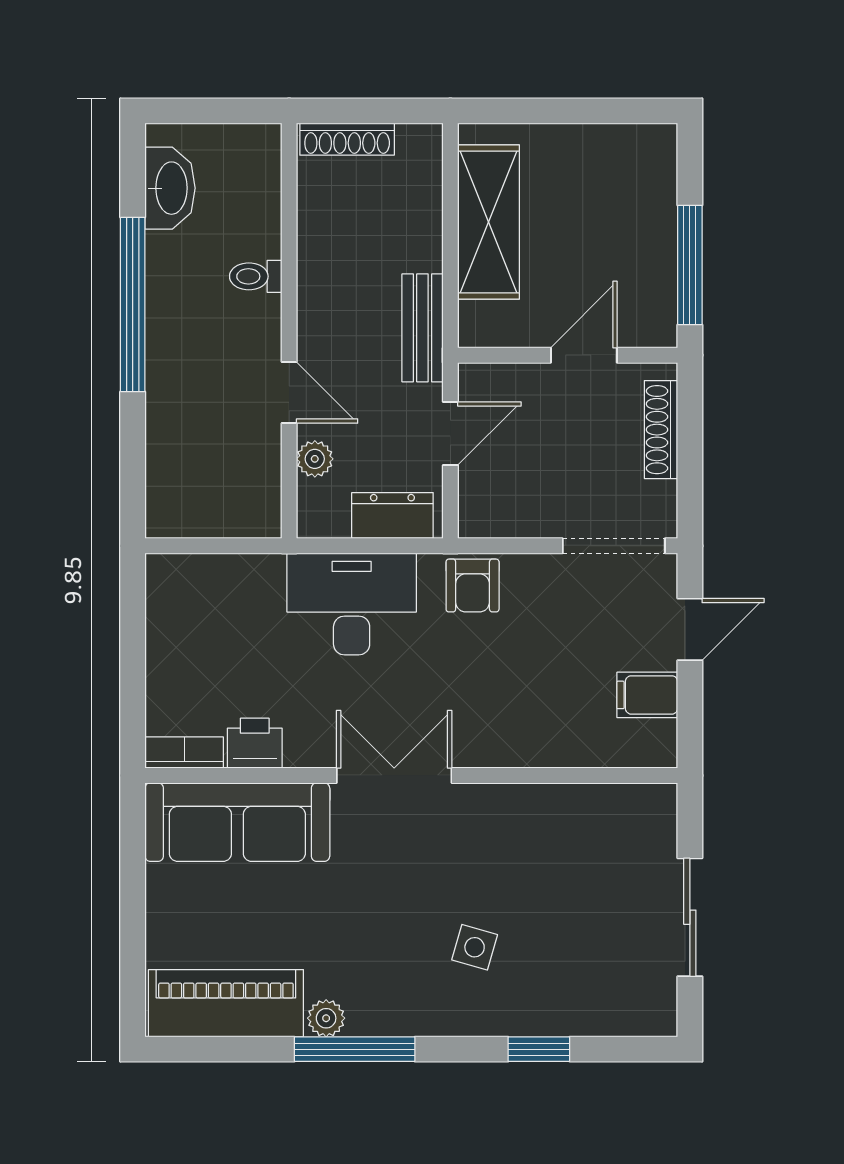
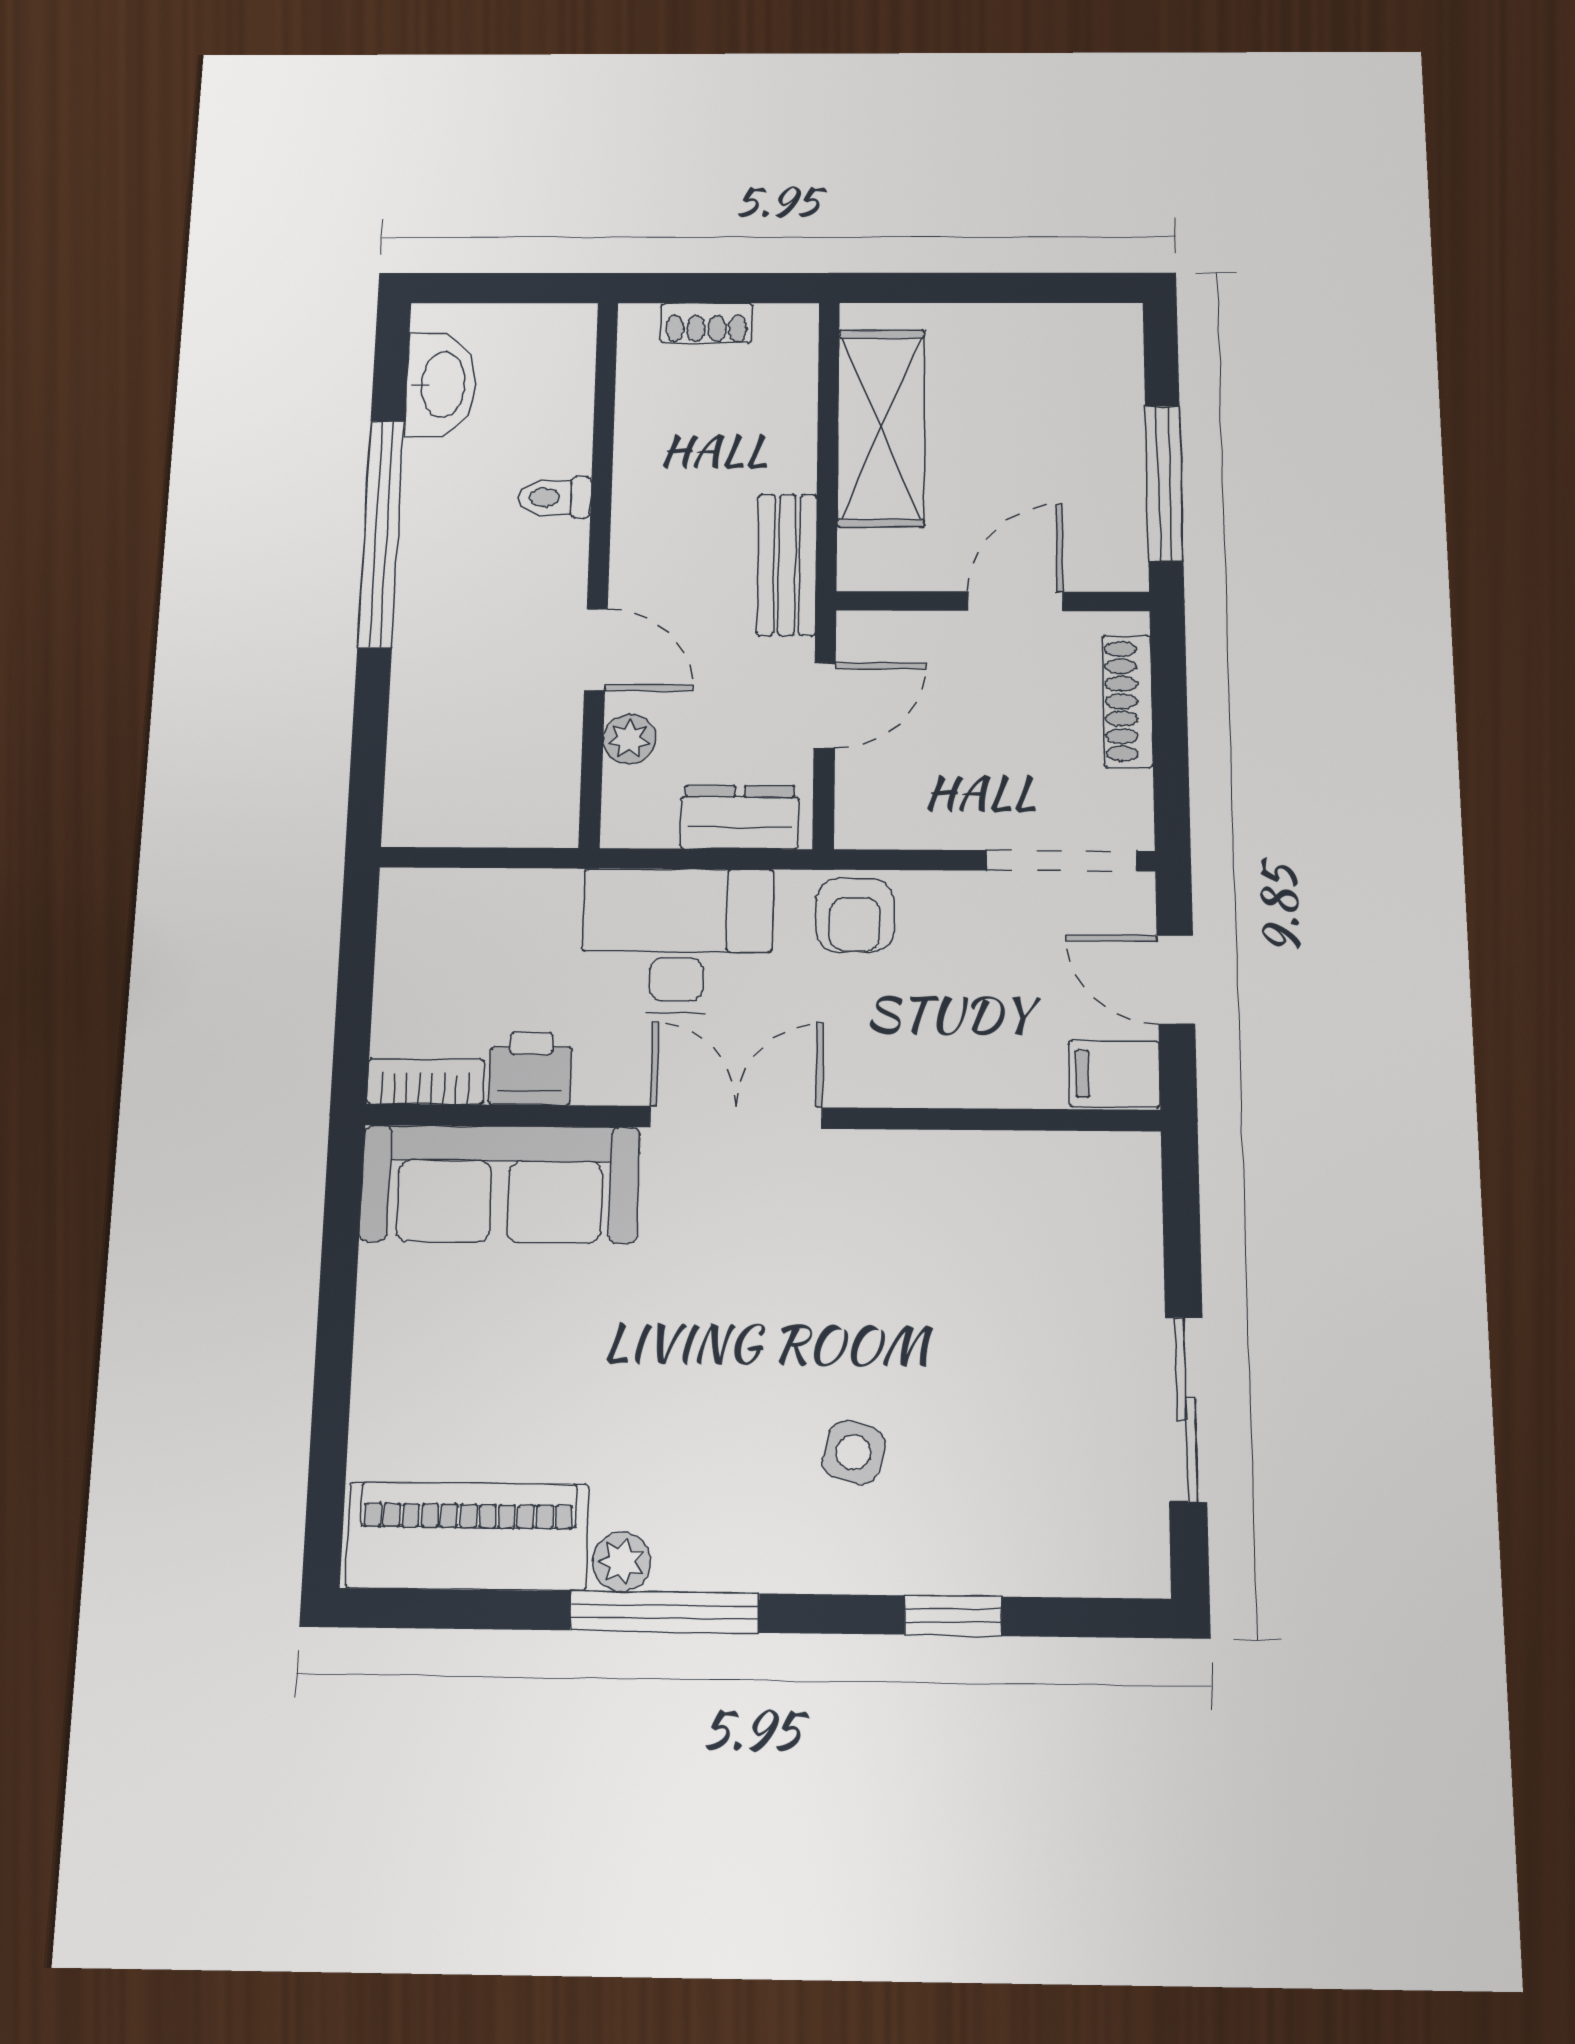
shoe rack: (347, 139) -> (706, 323), width x0.70
door: (690, 629) -> (1176, 979), swing flipped
printer: (255, 743) -> (531, 1069), moved
bookcase: (184, 752) -> (426, 1081), moved
double door: (394, 775) -> (736, 1117), moved
wall: (411, 775) -> (762, 1118), moved
sofa: (237, 822) -> (500, 1184), moved

